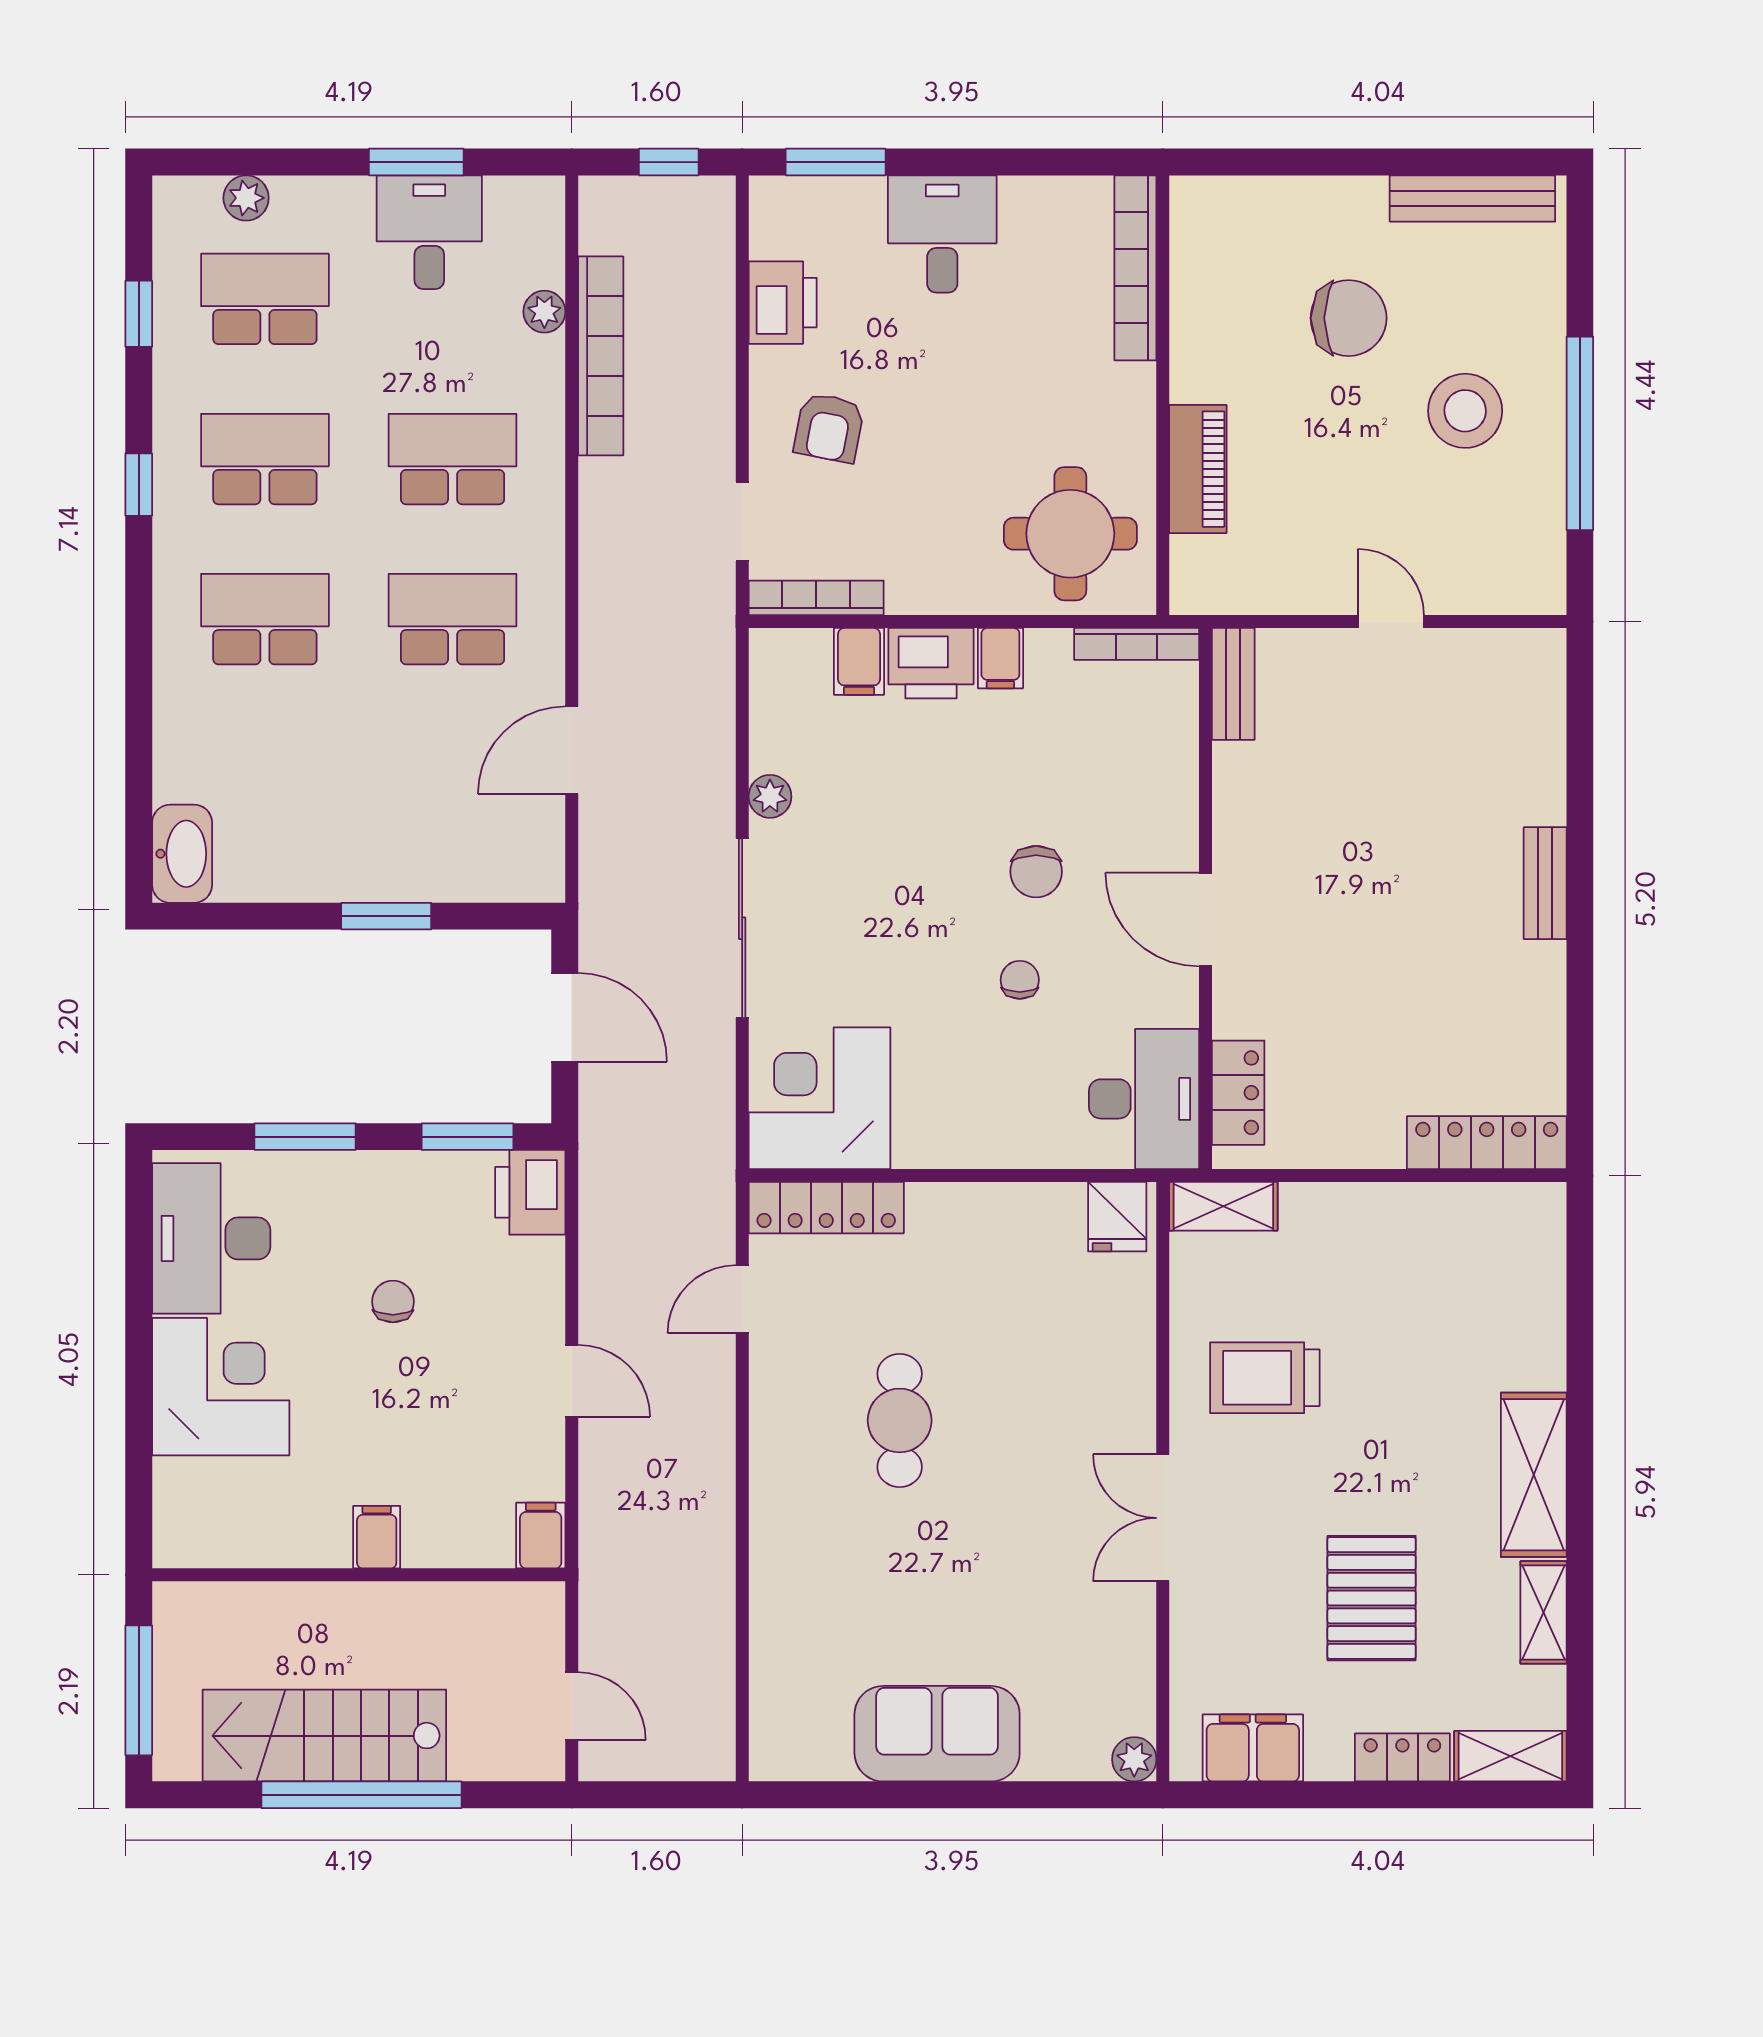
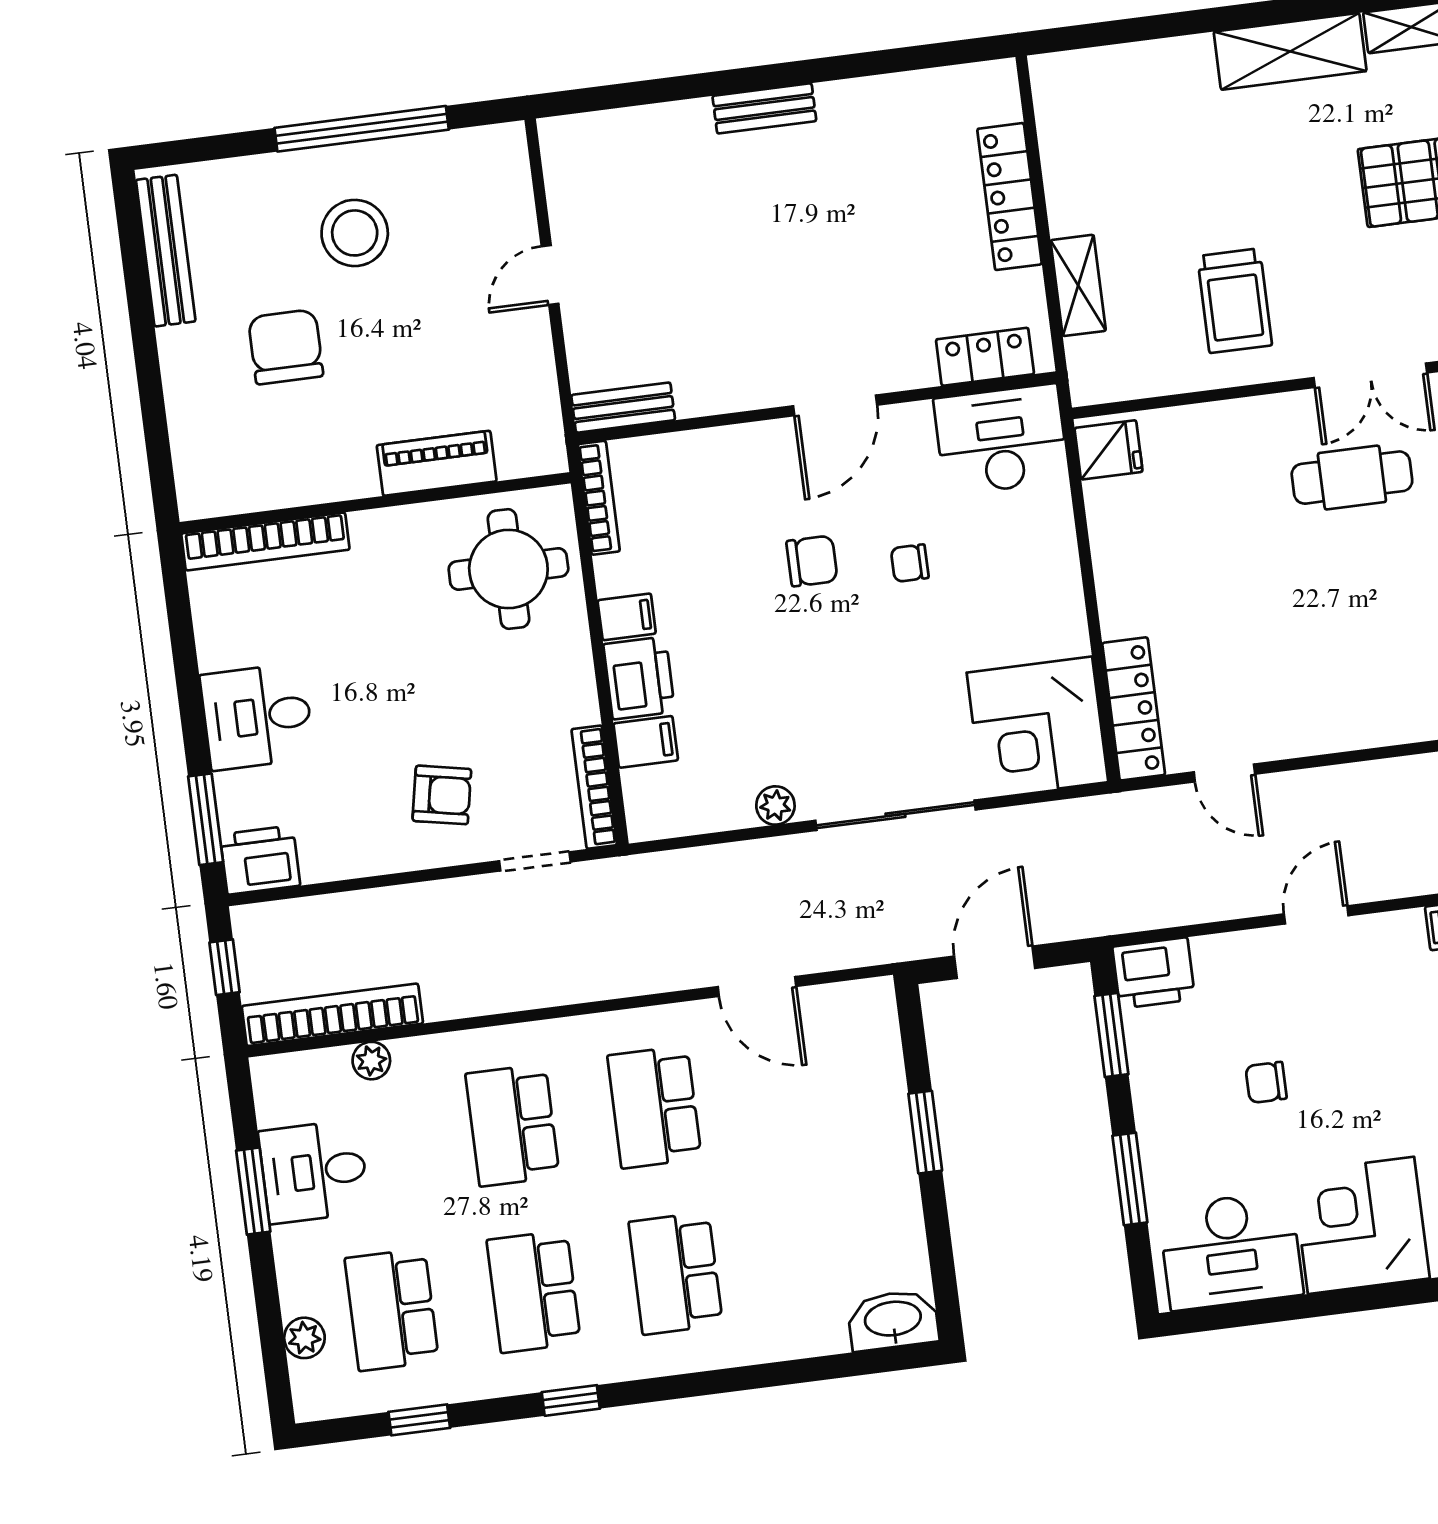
printer: (783, 303) -> (260, 860), moved
bookcase: (601, 356) -> (332, 1015), moved
locker: (1487, 1143) -> (1009, 197), moved
shelving: (1223, 1206) -> (1078, 285), moved
cafe table: (900, 1420) -> (1352, 478), moved

